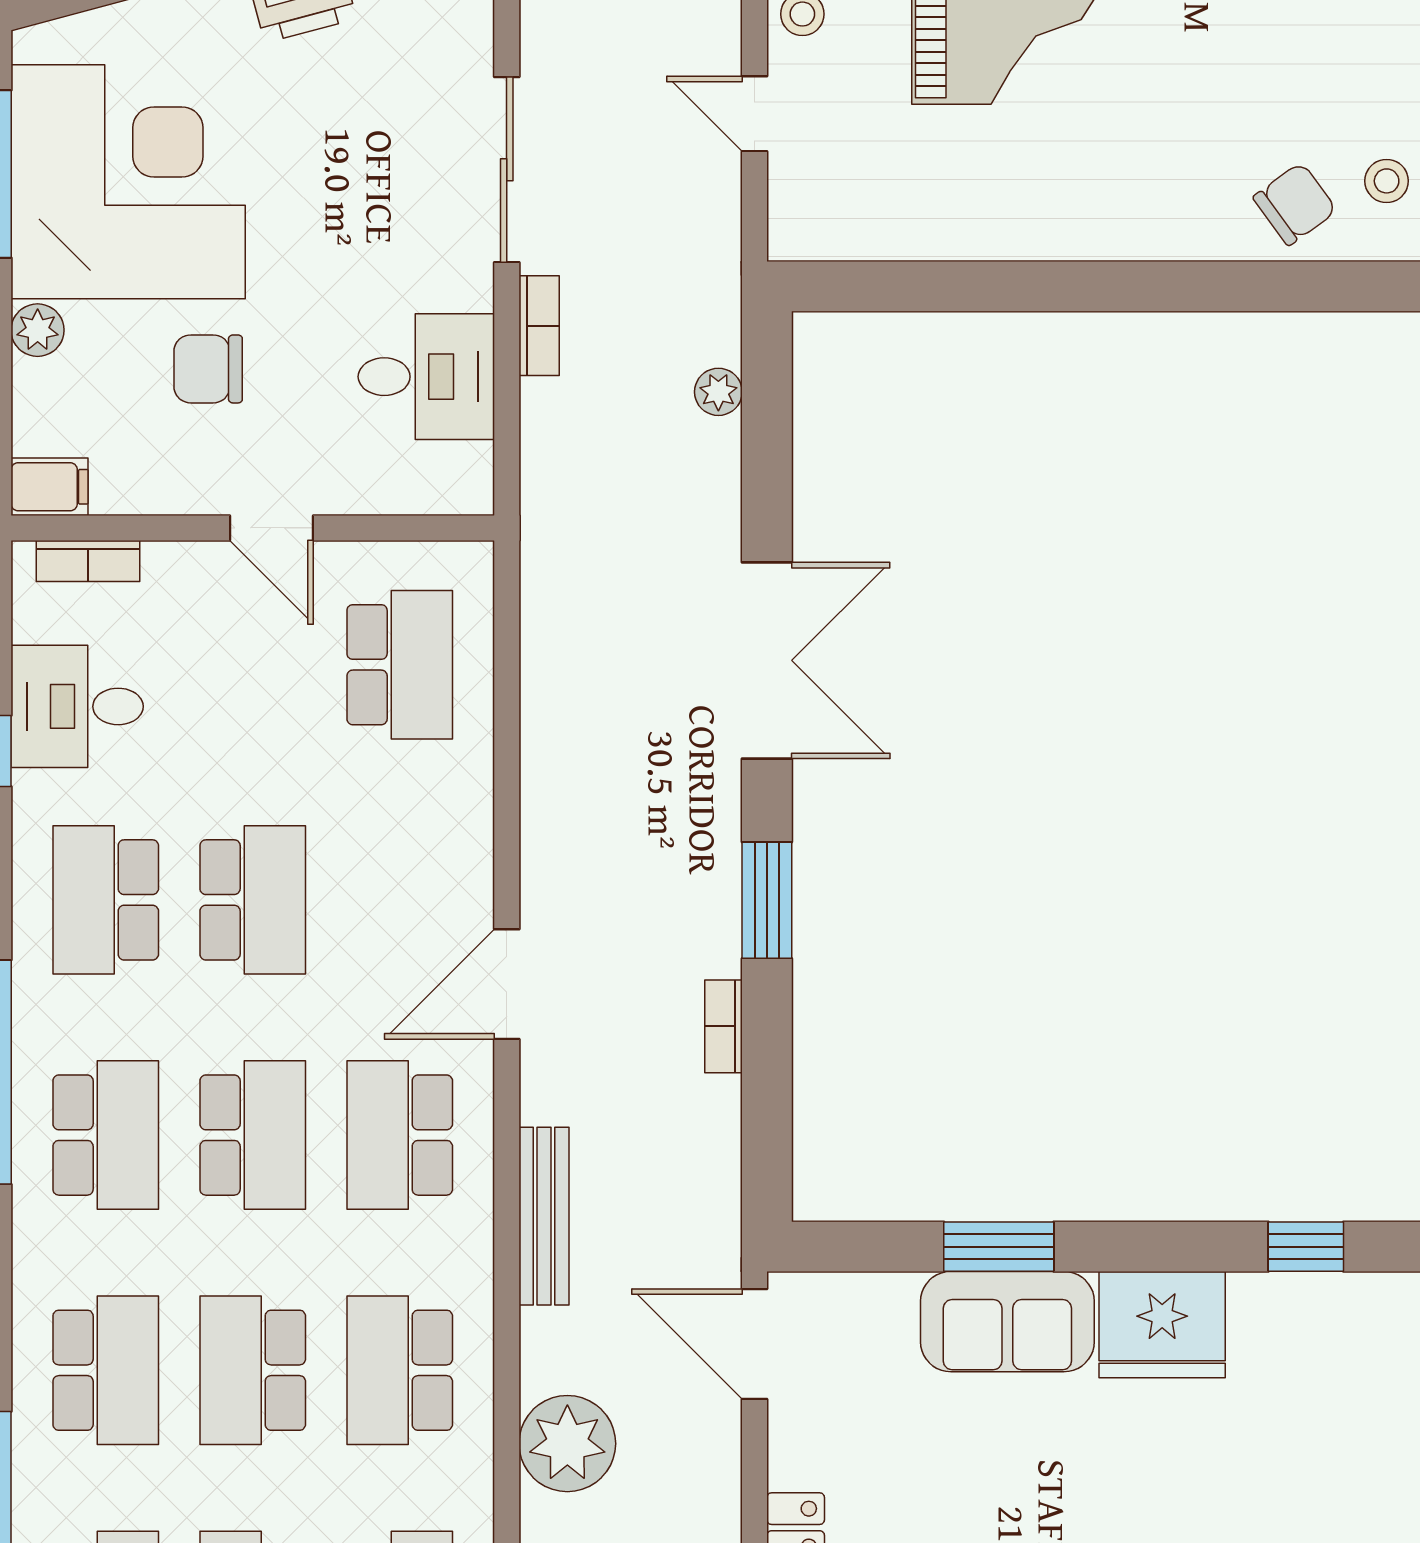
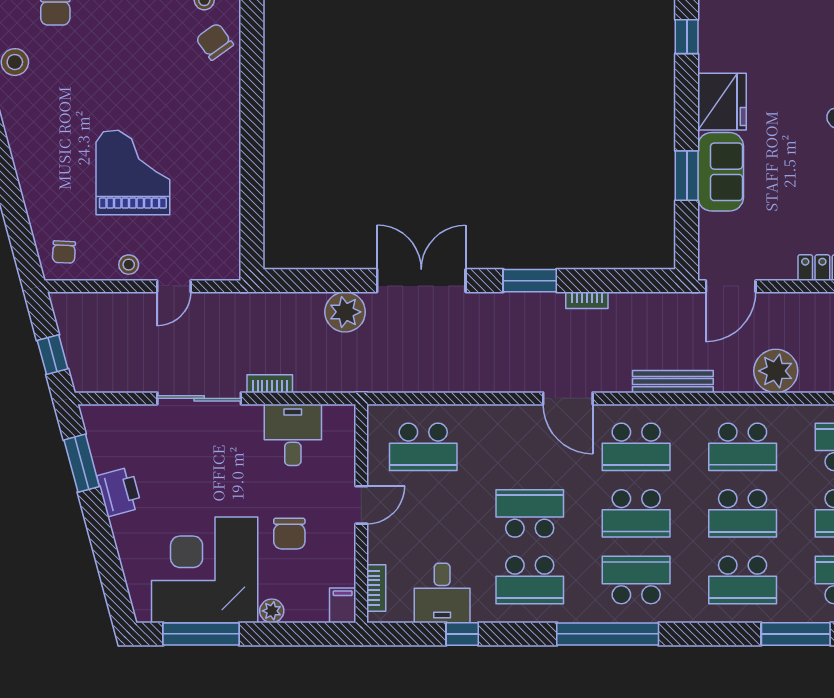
plant: (718, 392) -> (345, 312), moved, width x1.88, depth x1.88
school desk: (400, 665) -> (423, 447), turned 180
school desk: (253, 1135) -> (636, 513), turned 180
school desk: (106, 1370) -> (743, 580), turned 180

